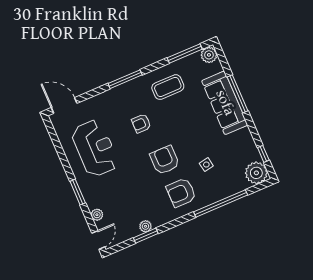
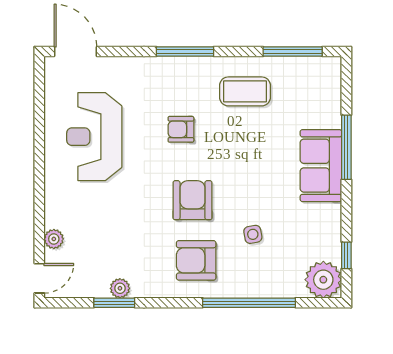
plant: (209, 55) -> (328, 69), removed
sofa: (225, 103) -> (321, 166), width x0.73
reception desk: (95, 148) -> (94, 137), turned 180
window: (78, 192) -> (39, 192), removed

